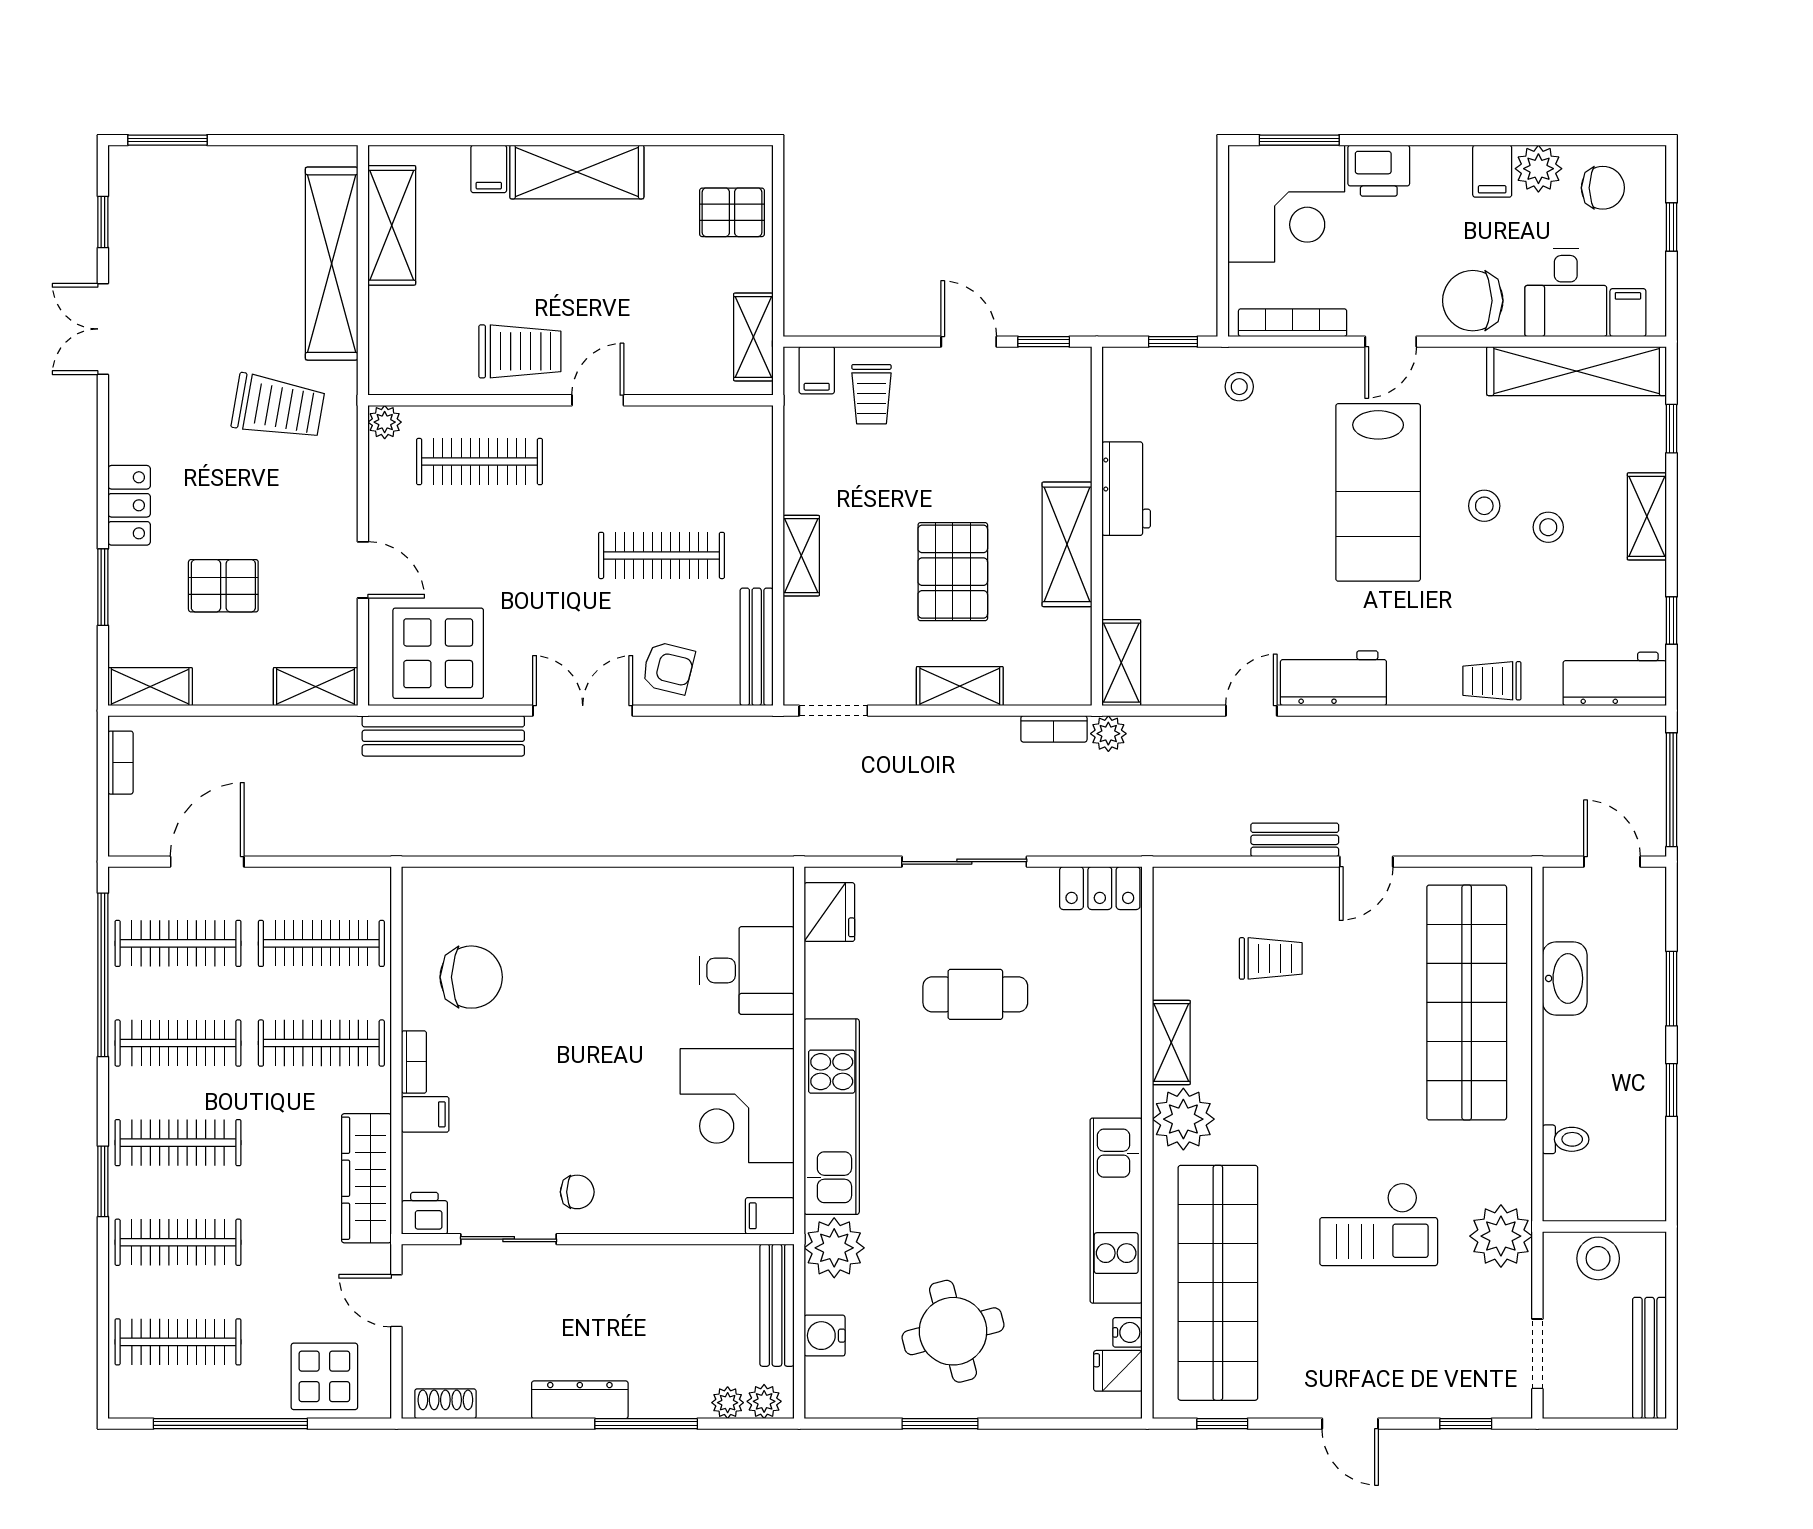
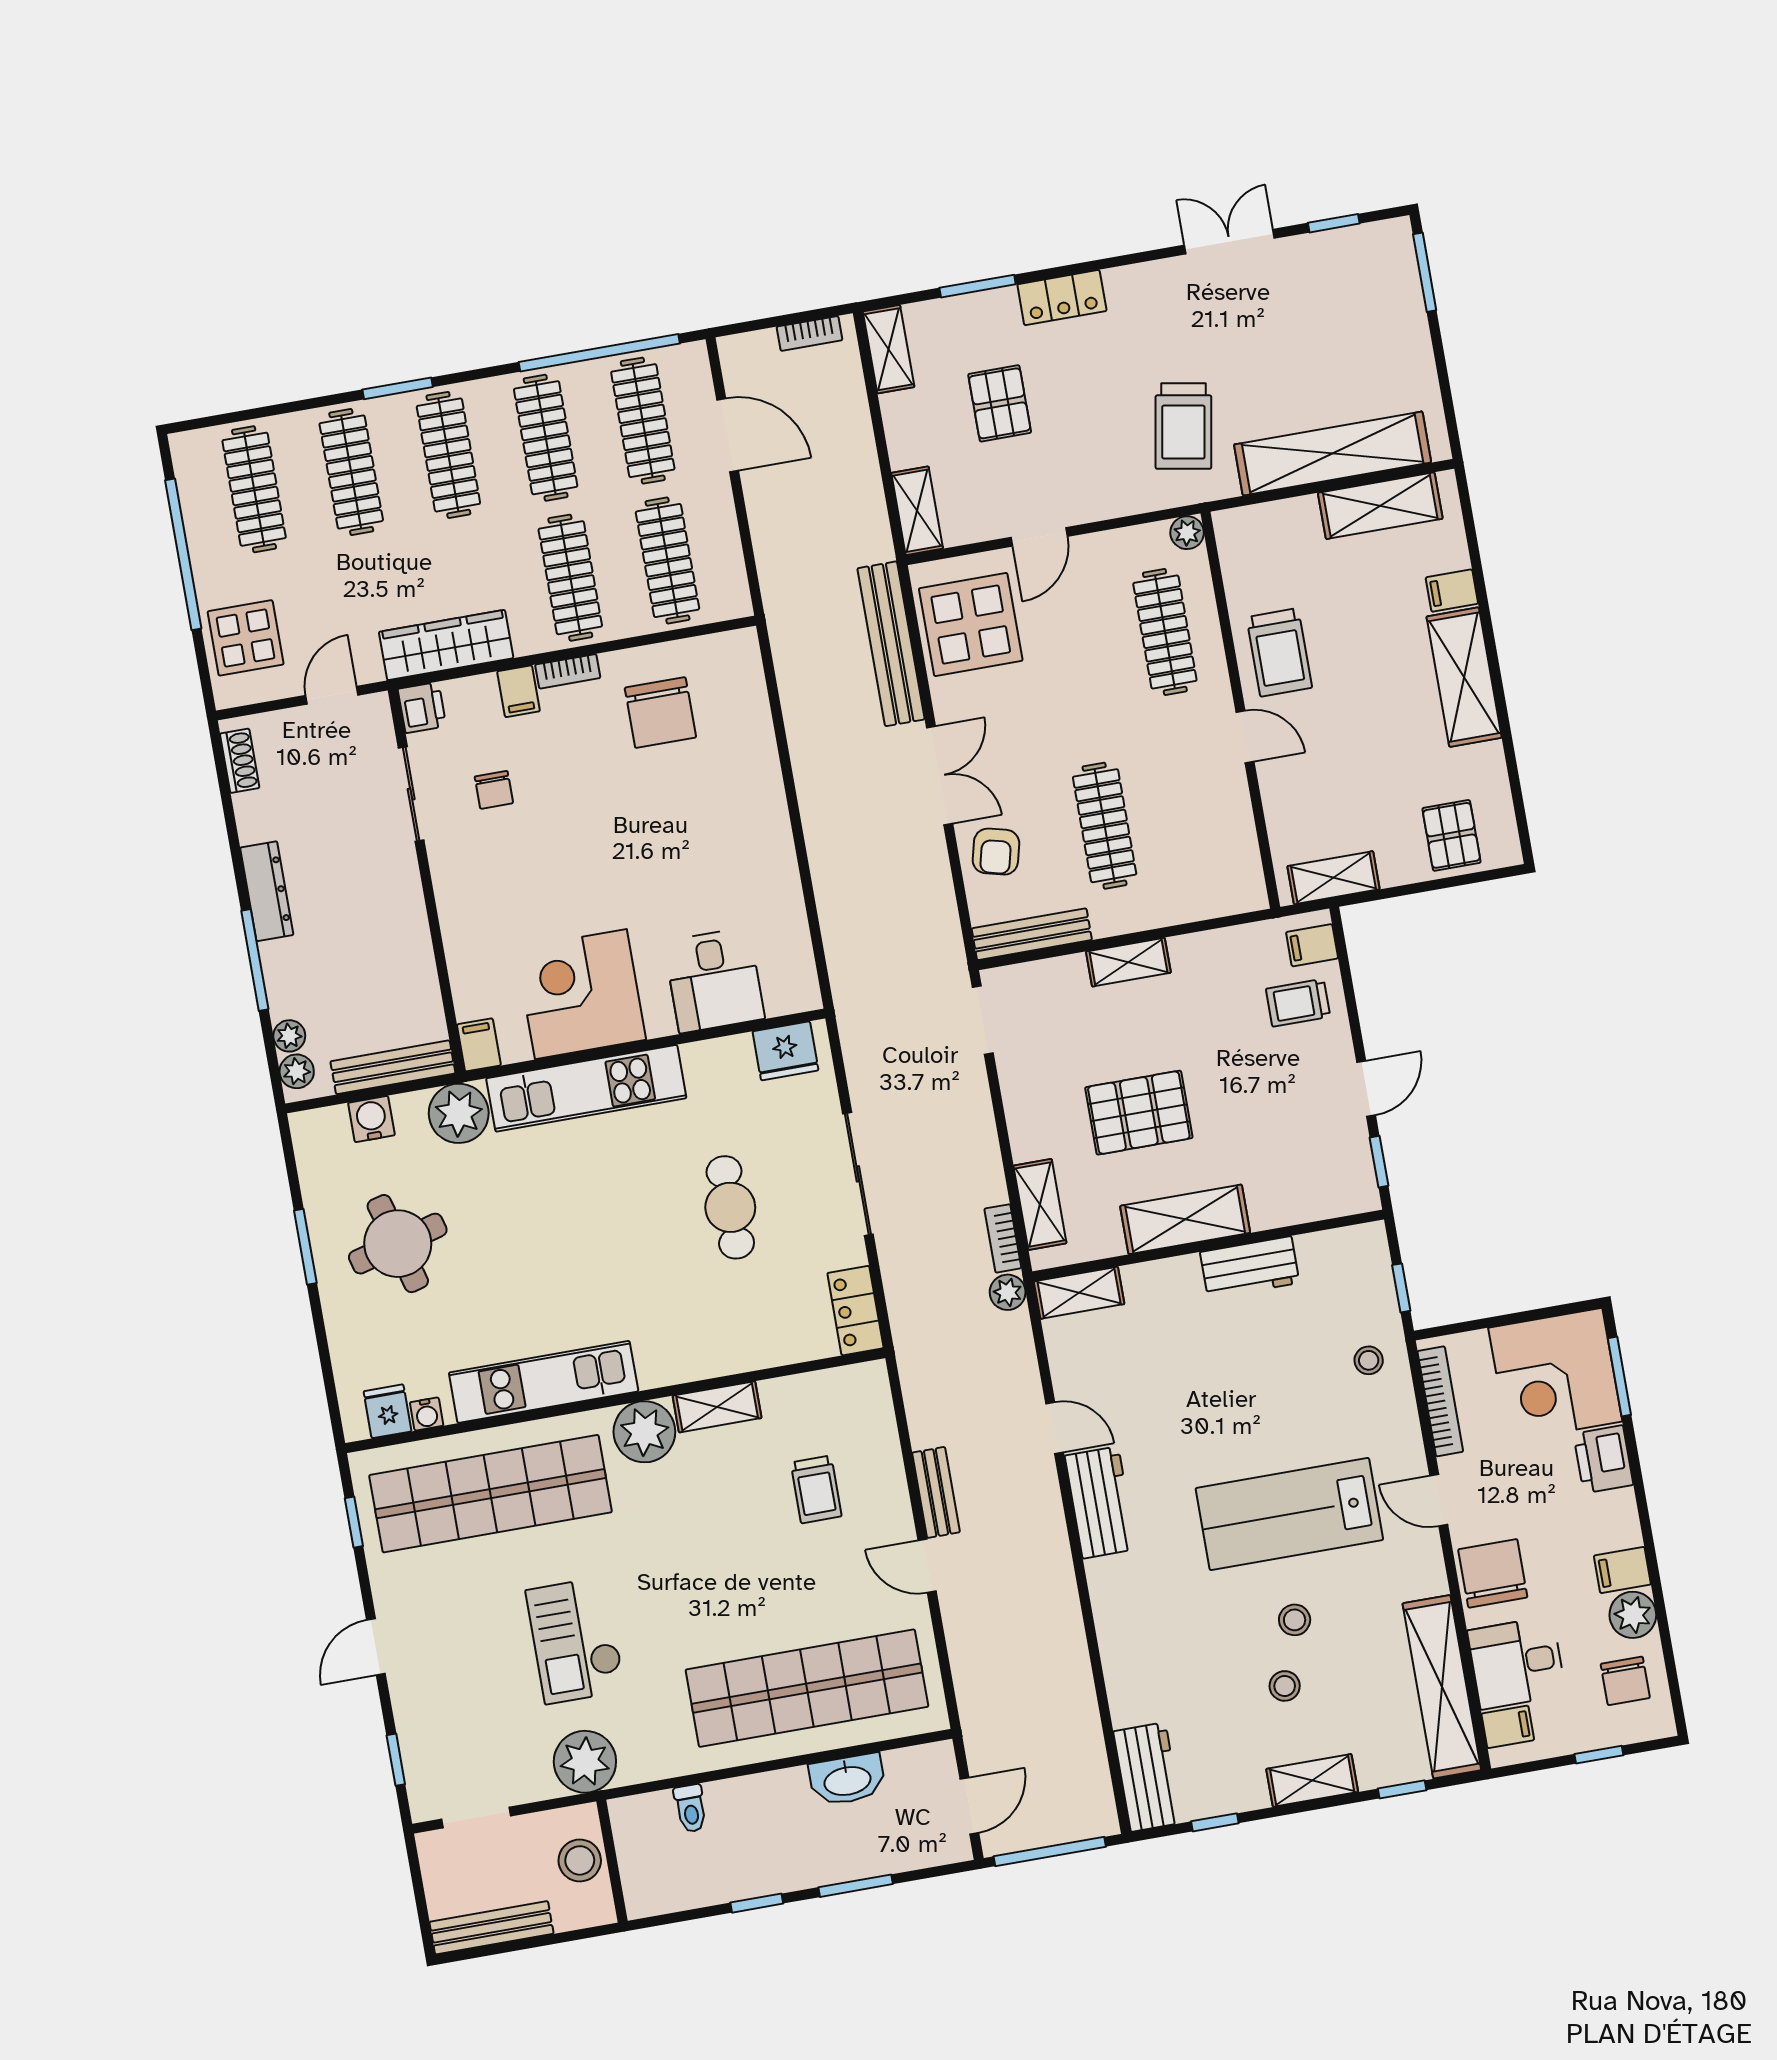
trolley: (1492, 681) -> (1125, 1657), removed
shelving: (960, 686) -> (1040, 1204), moved
chair: (577, 1192) -> (494, 790), moved

